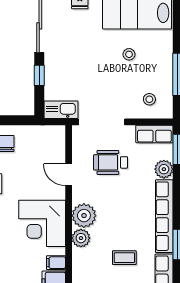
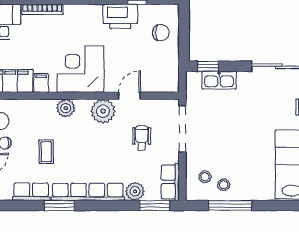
stool: (129, 54) -> (224, 185), moved
window: (39, 75) -> (208, 66), moved
kitchen sink: (61, 110) -> (219, 80), moved, turned 90
wheelchair: (111, 162) -> (142, 138), width x0.73, depth x0.73
plant: (84, 216) -> (103, 111), moved

